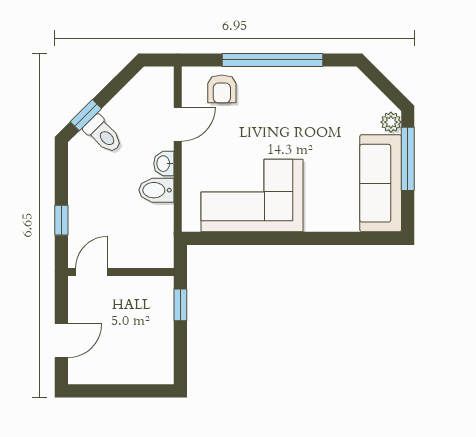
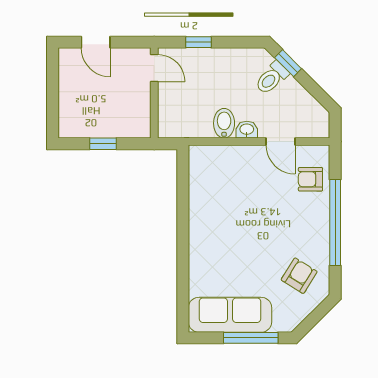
armchair: (335, 102) -> (299, 276), added
plant: (391, 122) -> (282, 324), removed
corner sofa: (252, 196) -> (219, 205), removed
window: (180, 305) -> (103, 144), moved

